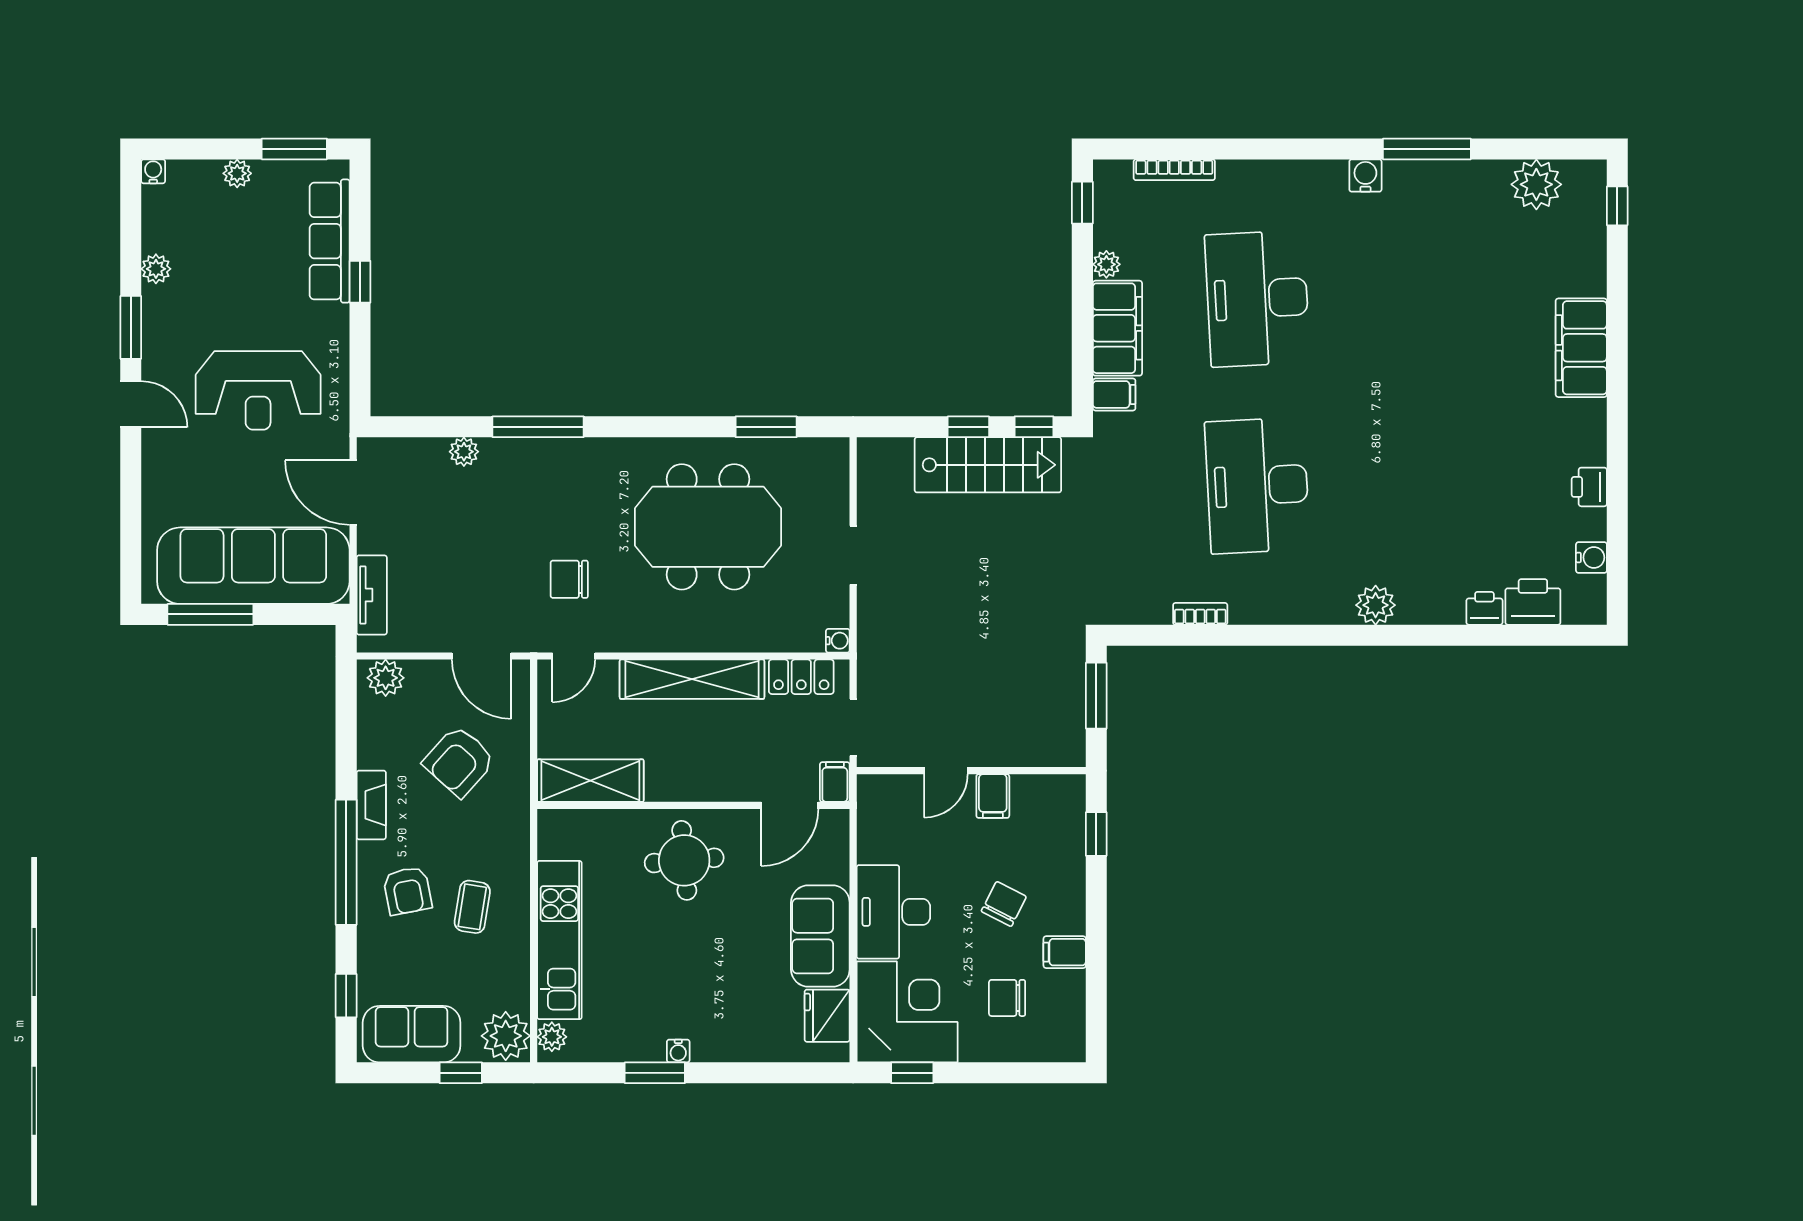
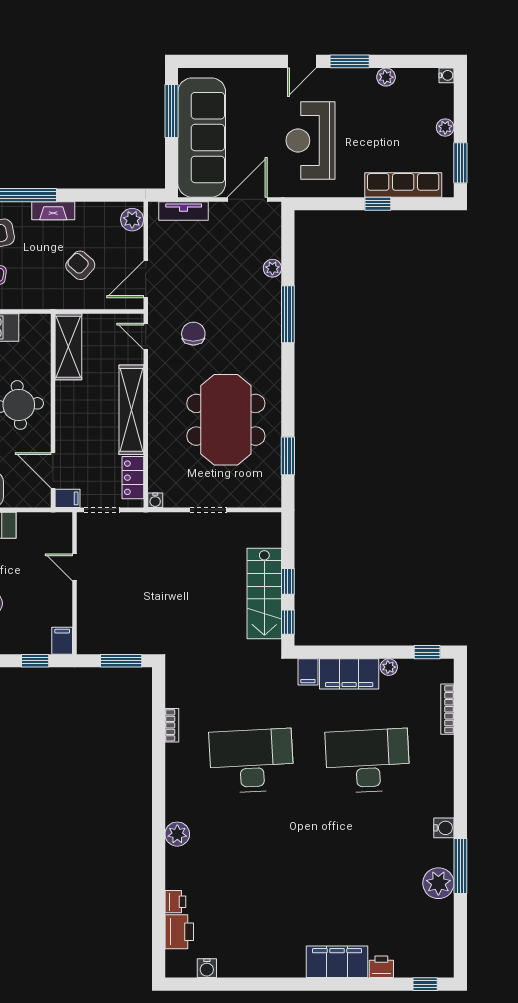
plant: (1536, 184) -> (438, 883), moved
printer: (1589, 487) -> (381, 967), moved
armchair: (459, 761) -> (80, 265), width x0.72, depth x0.72
filing cabinet: (993, 796) -> (62, 641), moved, turned 90

